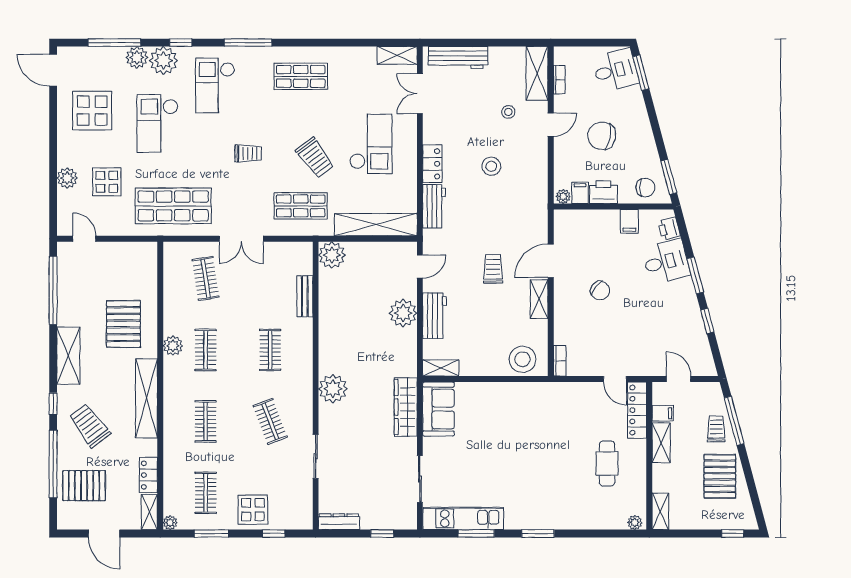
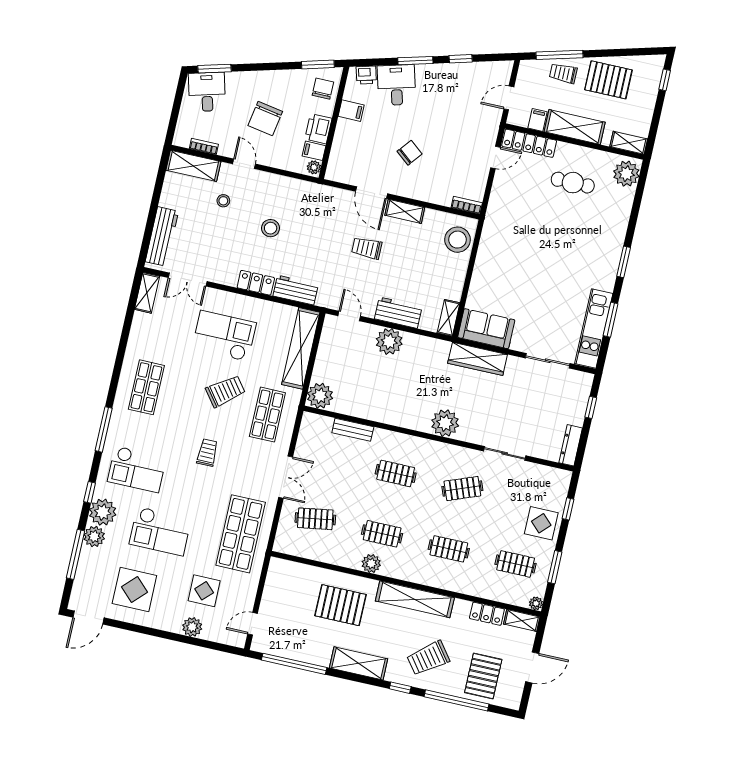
shelving: (661, 443) -> (575, 127), width x1.50, depth x1.33
plant: (635, 522) -> (626, 174), width x1.88, depth x1.88

